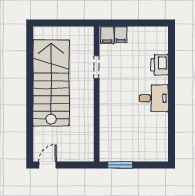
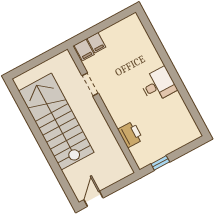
printer: (160, 65) -> (130, 134), moved, turned 180
window: (120, 165) -> (160, 163), width x0.67

